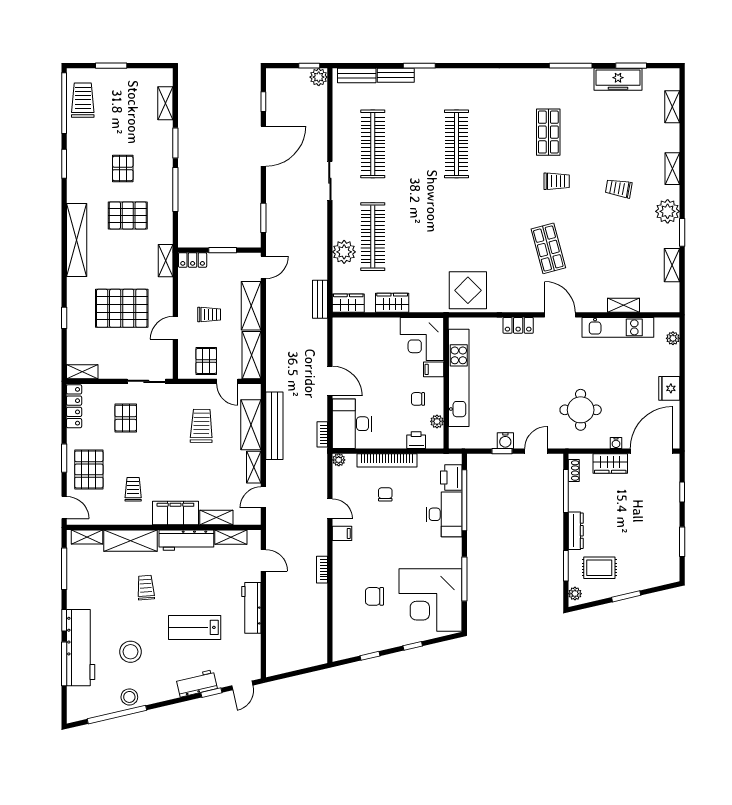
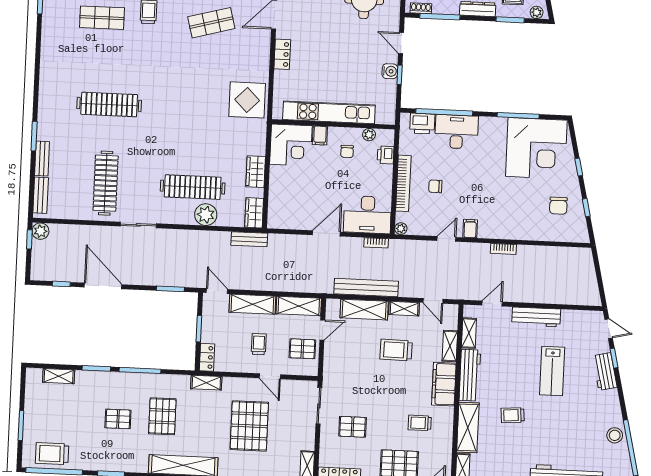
clothes rail: (373, 144) -> (106, 183), turned 90
trolley: (201, 426) -> (396, 350), moved
chair: (374, 596) -> (558, 206), moved
stool: (131, 652) -> (572, 432), removed

